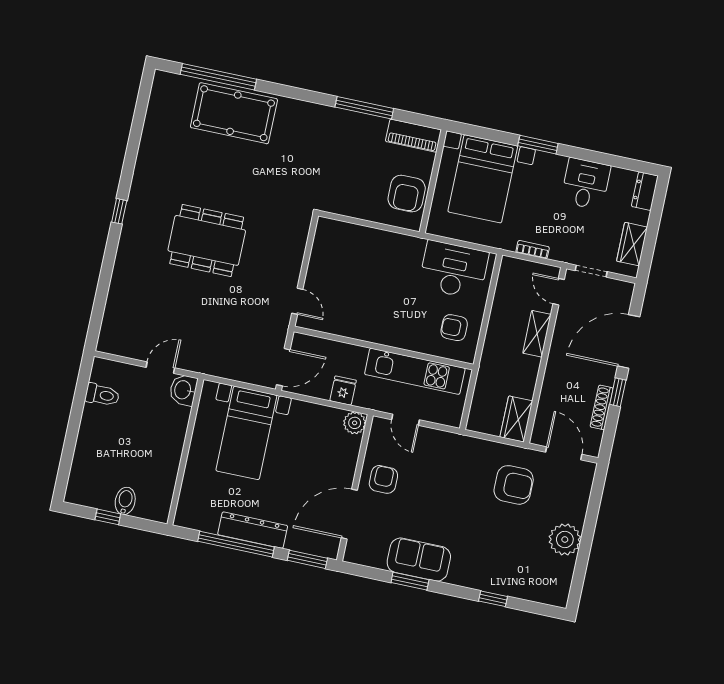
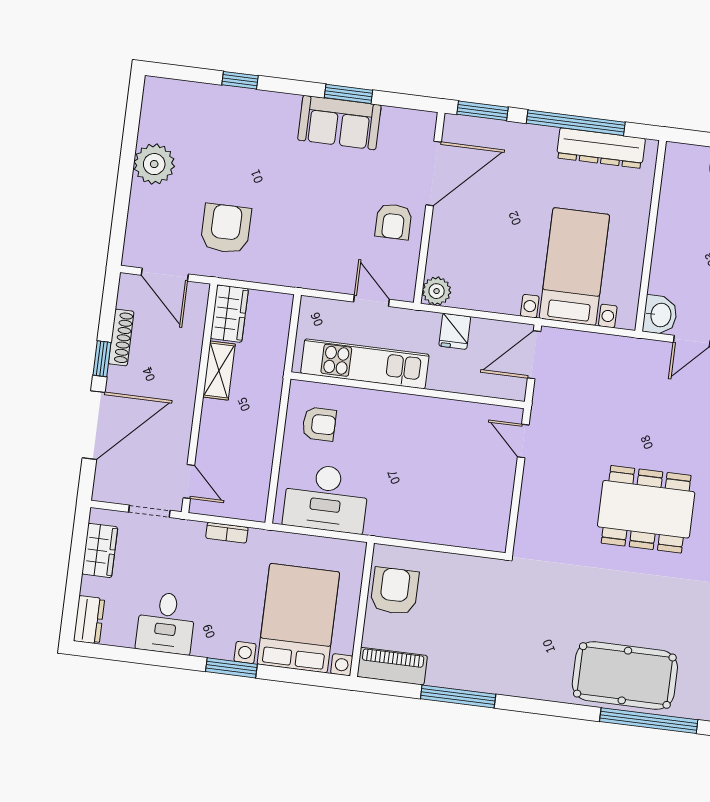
shelving: (537, 334) -> (219, 371), moved
armchair: (514, 485) -> (226, 229), turned 90
dresser: (253, 530) -> (601, 148), moved

